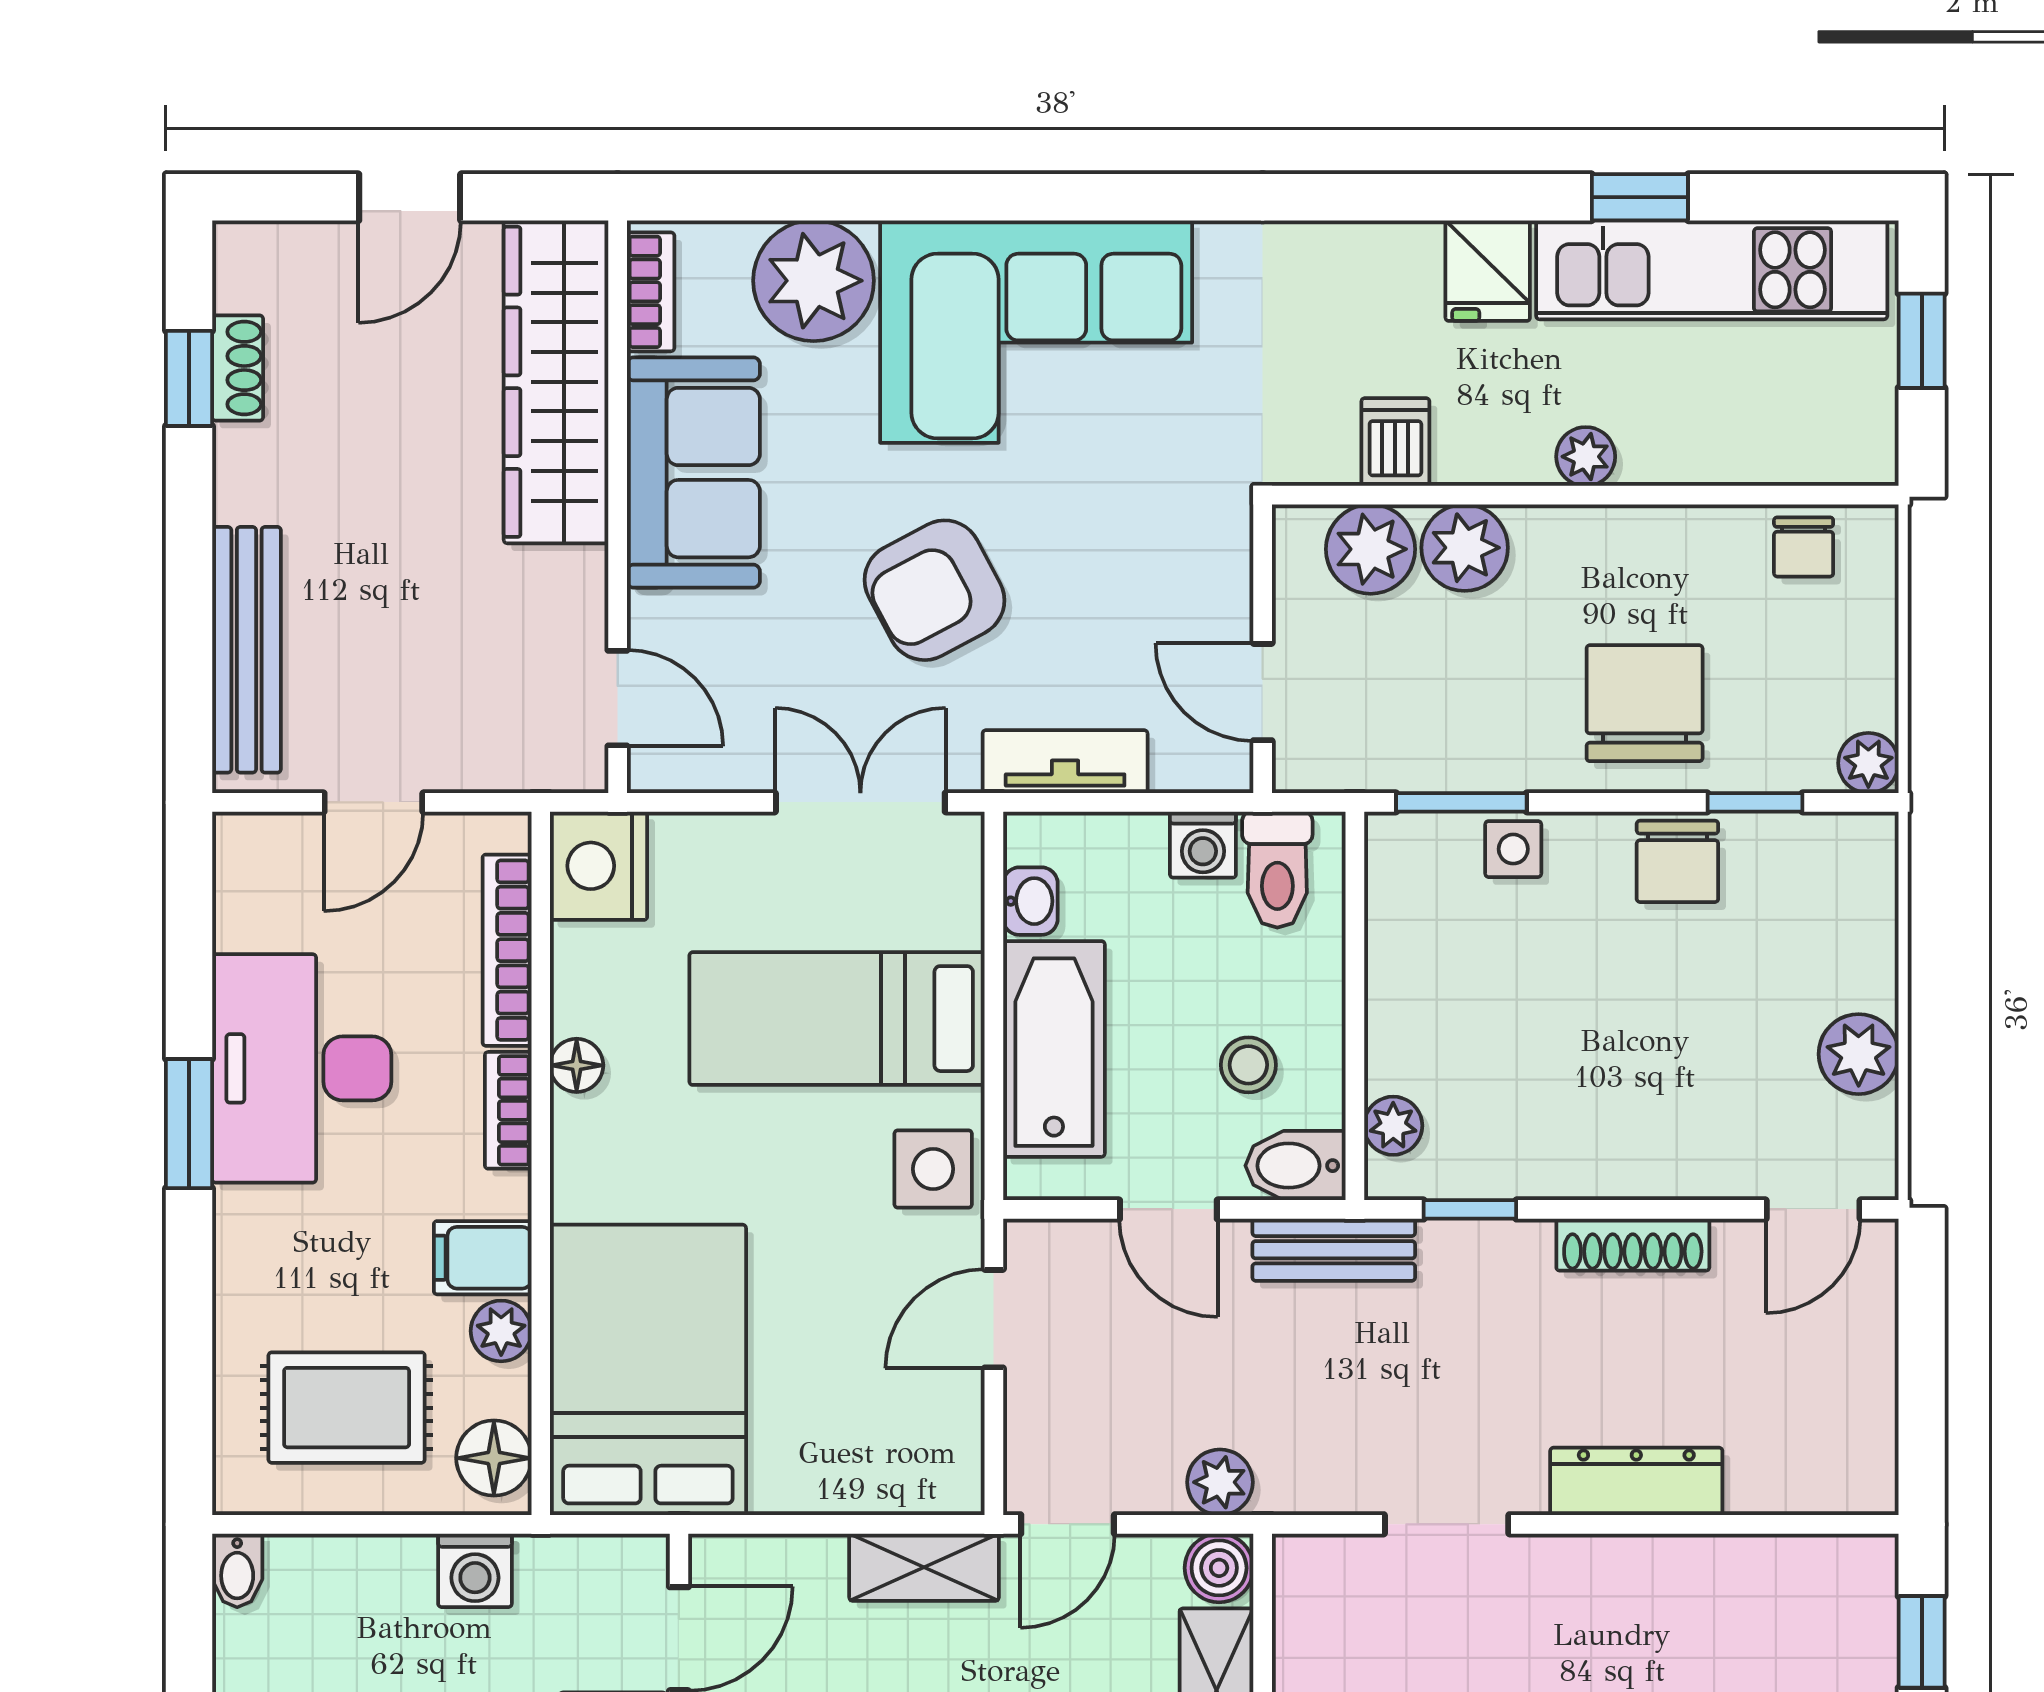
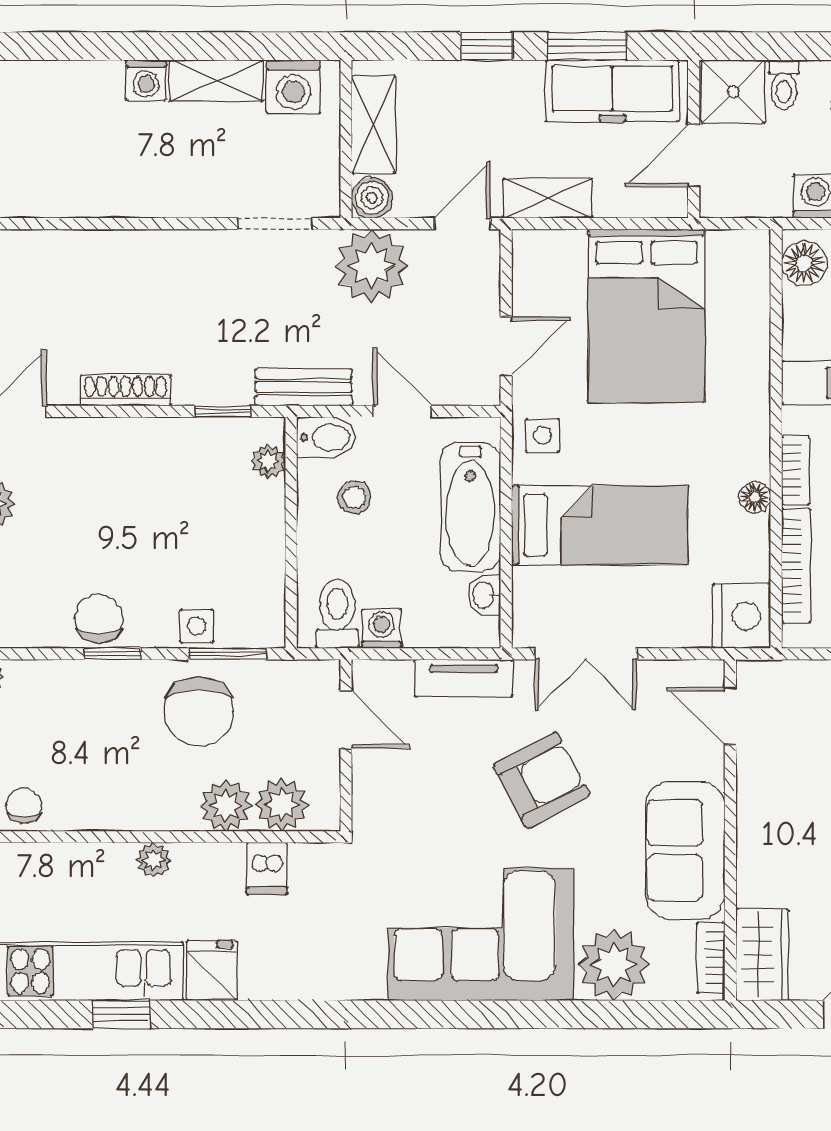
wardrobe: (556, 382) -> (762, 955), width x0.48, depth x0.85
chair: (1645, 703) -> (199, 711), moved
window: (1755, 802) -> (112, 654), moved
side table: (933, 1169) -> (542, 435), width x0.73, depth x0.73
plant: (501, 1331) -> (800, 339), removed
bed: (648, 1370) -> (647, 316), moved
dresser: (1636, 1481) -> (123, 249), removed
plant: (1220, 1482) -> (371, 266), width x1.88, depth x1.88
doorway: (1447, 1524) -> (275, 224), moved

